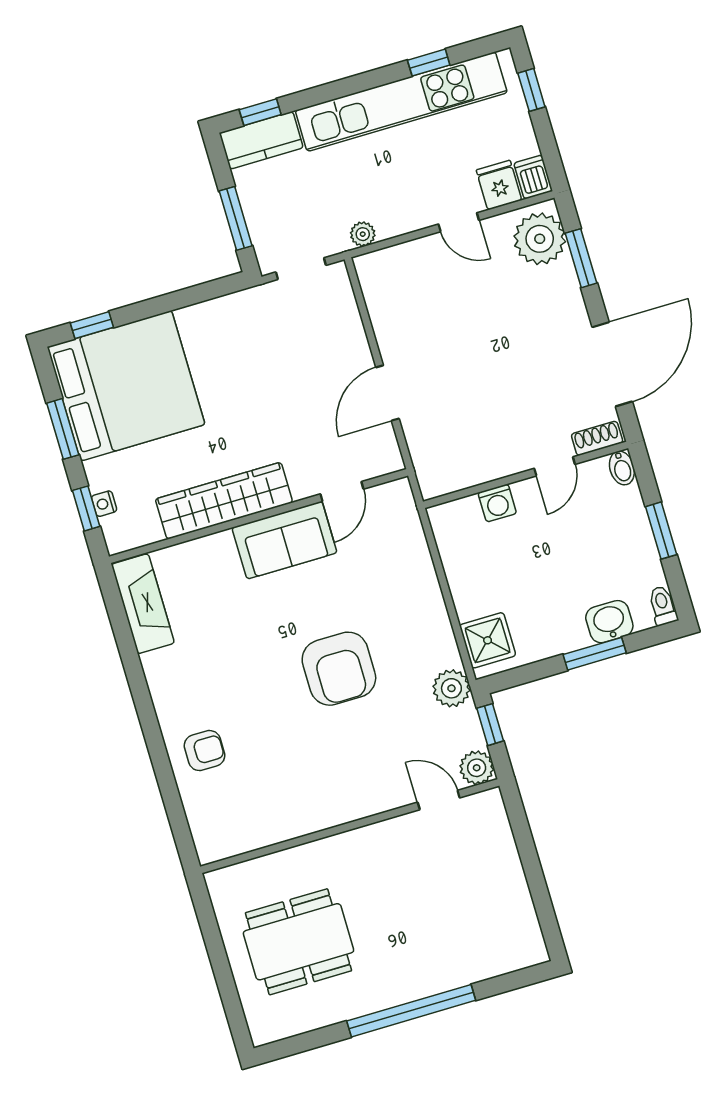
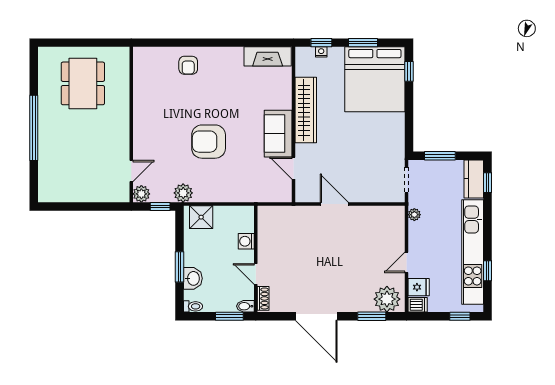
shoe rack: (597, 438) -> (263, 298), moved
door: (555, 466) -> (256, 274), moved
bidet: (622, 468) -> (245, 306), moved
wall: (526, 475) -> (256, 259), moved
washing machine: (497, 503) -> (246, 241), moved

